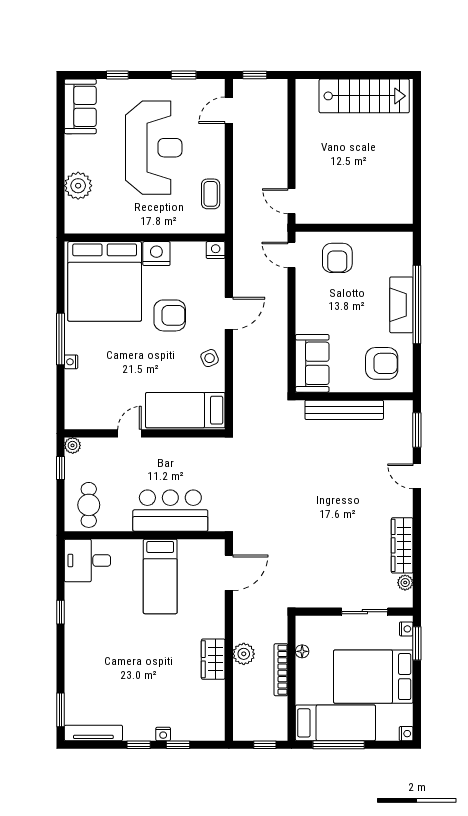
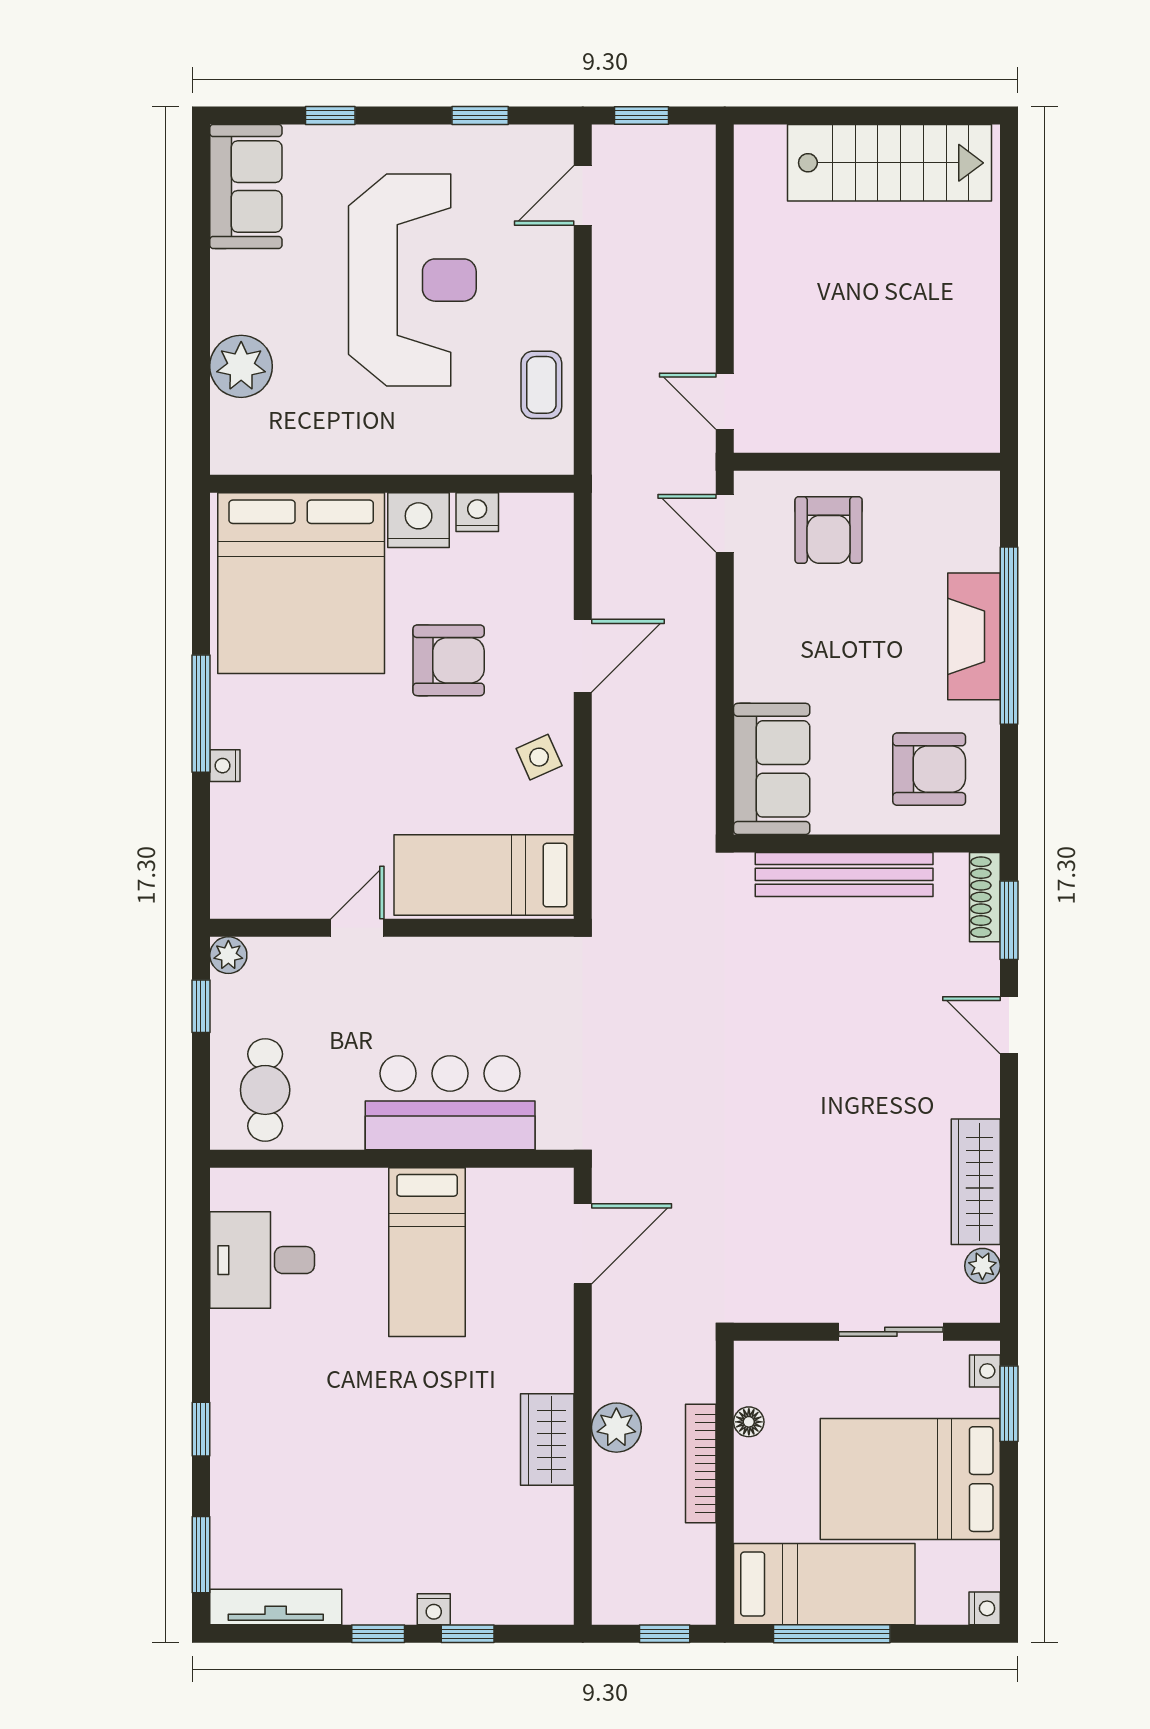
nightstand: (216, 250) -> (477, 512), moved
shoe rack: (406, 420) -> (985, 897), added
desk: (87, 561) -> (262, 1260), moved
window: (60, 612) -> (201, 1429), moved

